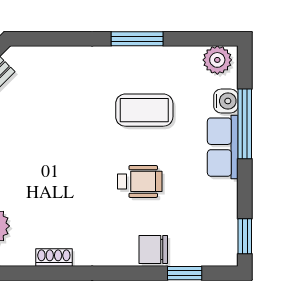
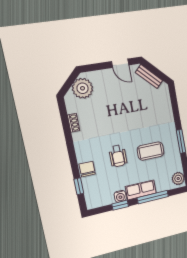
water cooler: (226, 101) -> (120, 196), moved
coffee table: (144, 110) -> (151, 151), turned 90
window: (245, 236) -> (120, 205), moved

